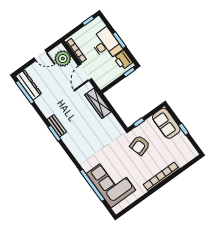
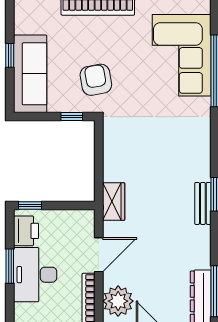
wardrobe: (98, 103) -> (114, 202), width x0.67
sofa: (166, 123) -> (30, 74), width x1.36
armchair: (140, 145) -> (96, 80), turned -83

